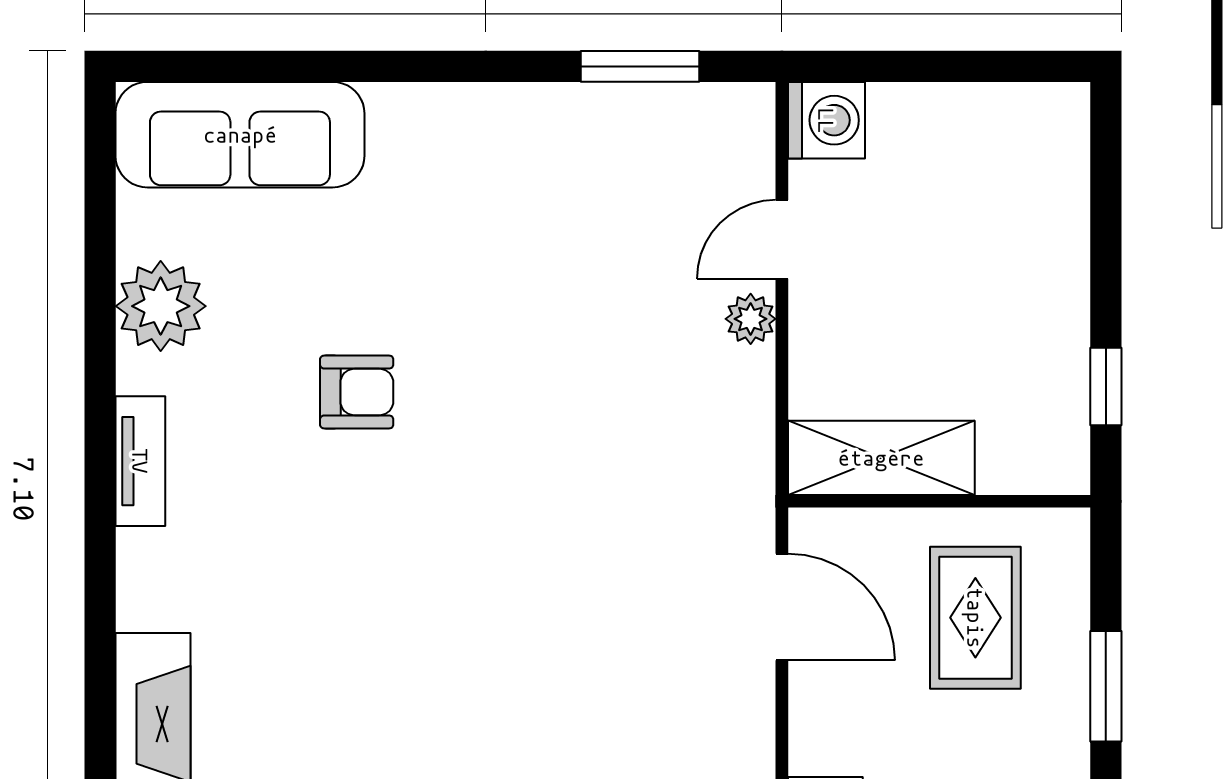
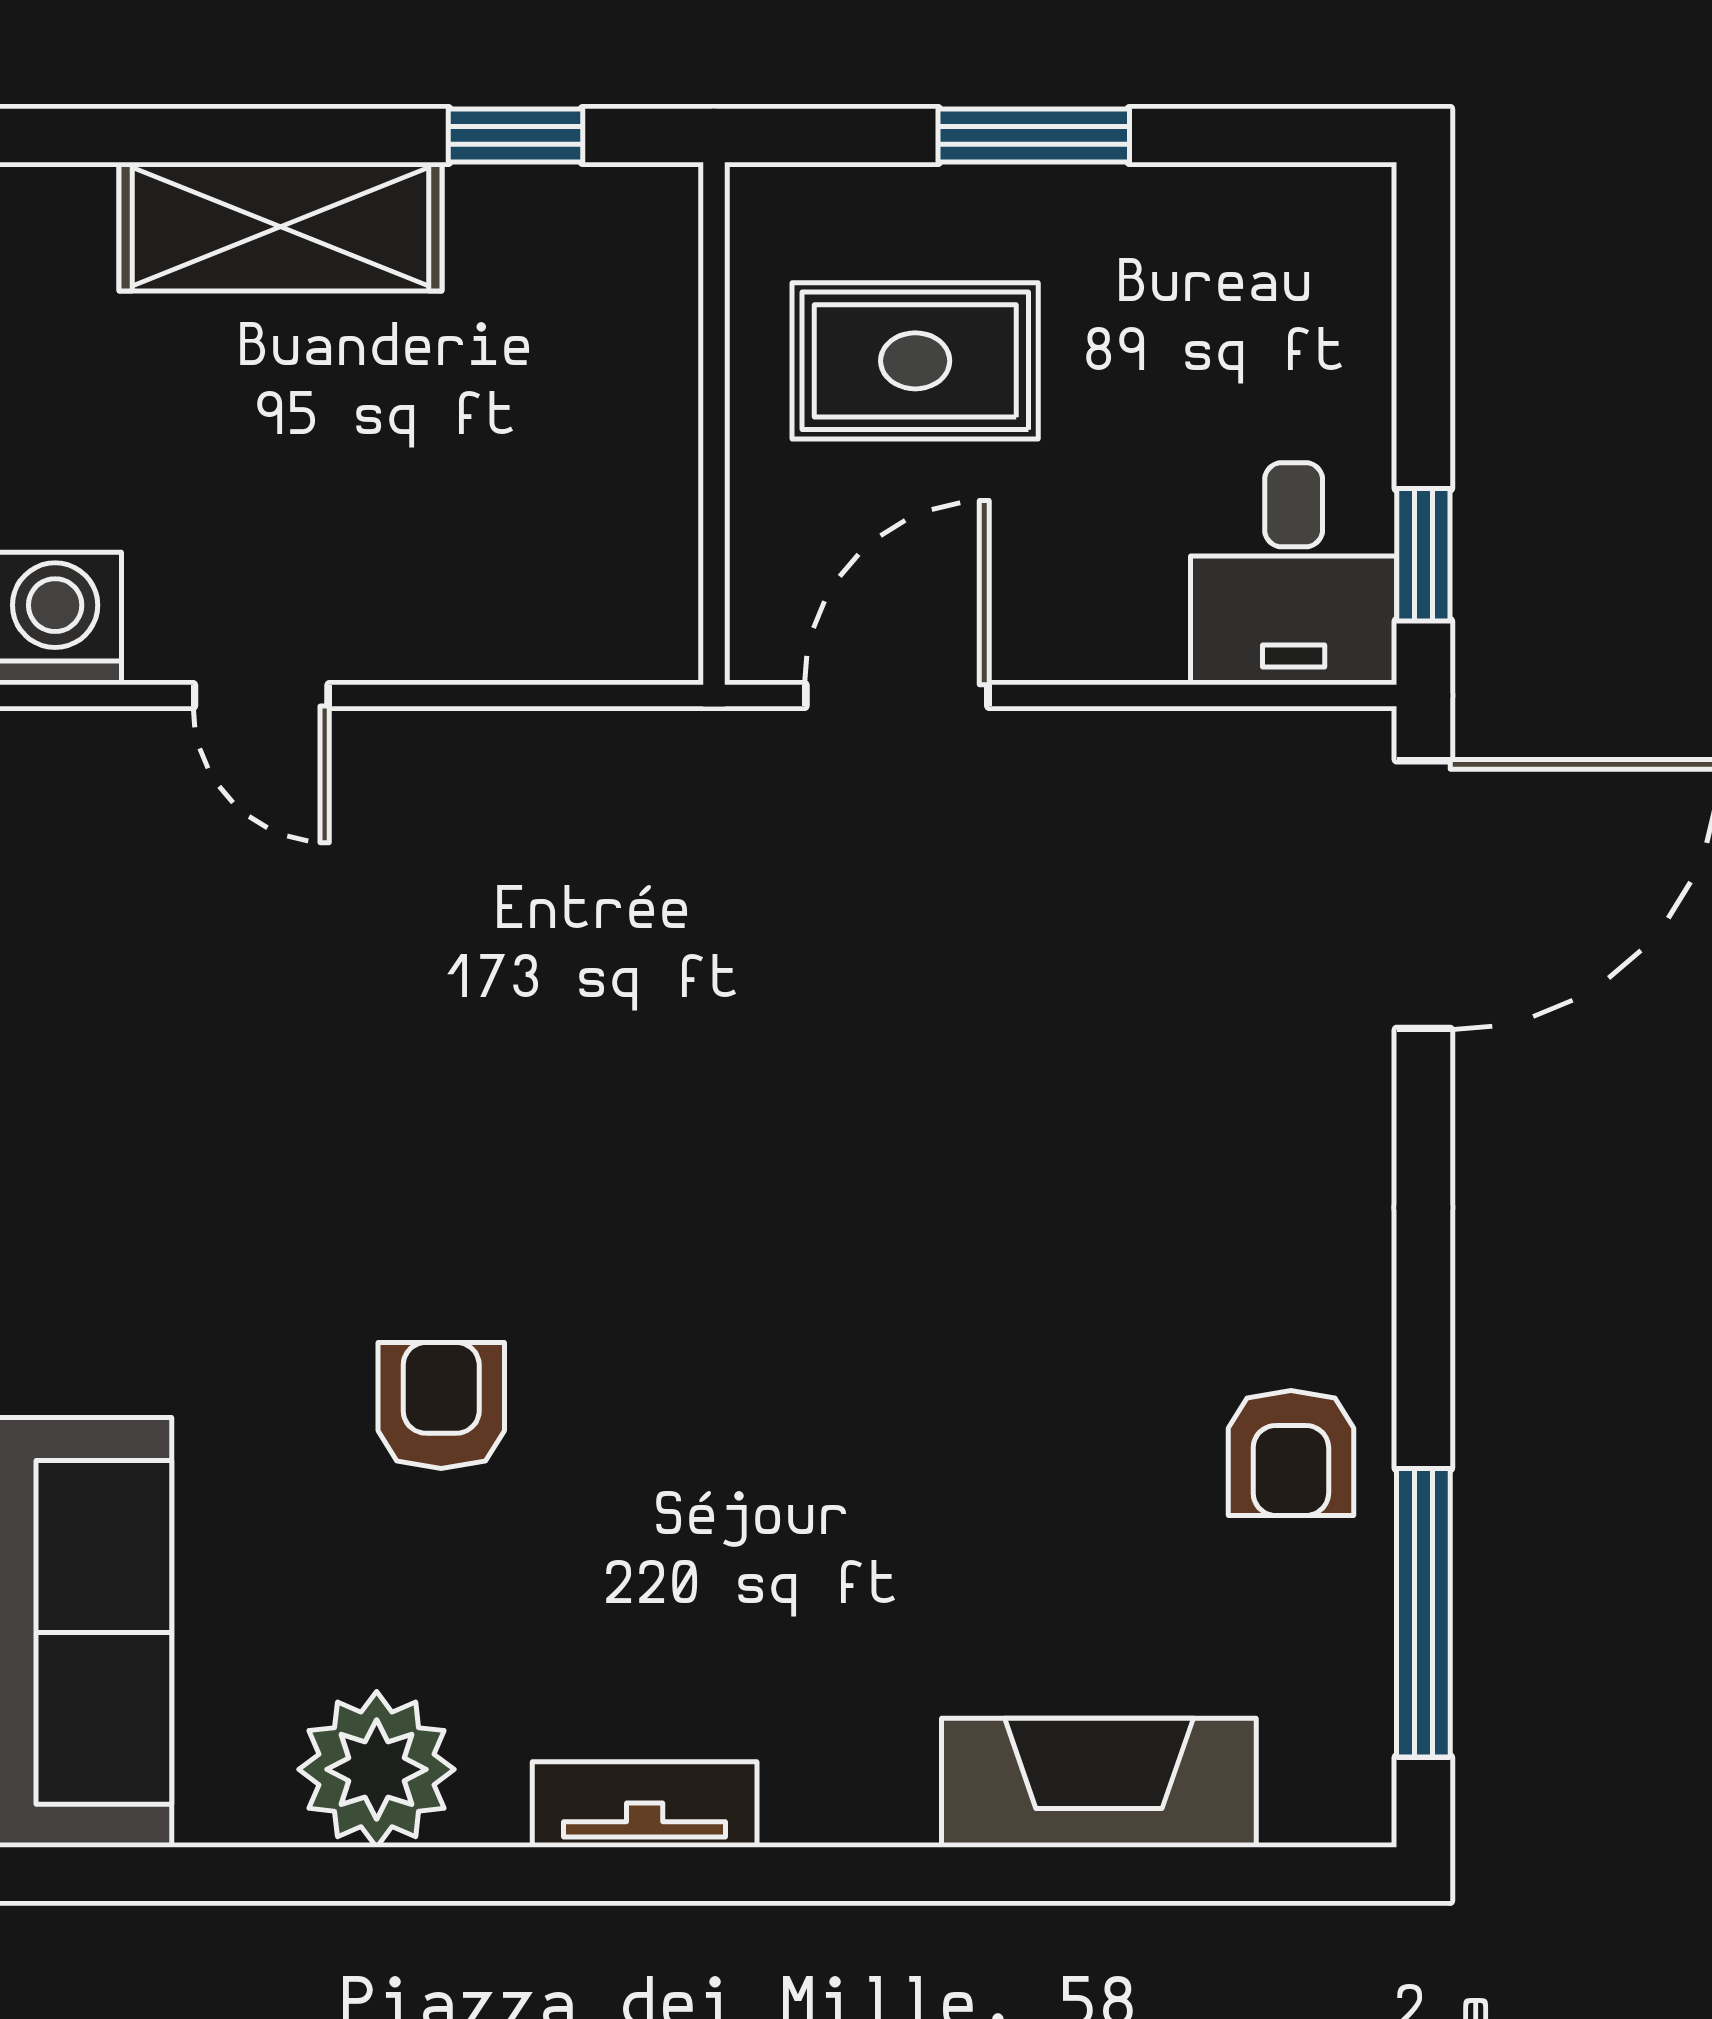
plant: (751, 319) -> (399, 750), removed
armchair: (357, 392) -> (441, 1406), moved
shelving: (881, 458) -> (280, 227), moved, turned 90

